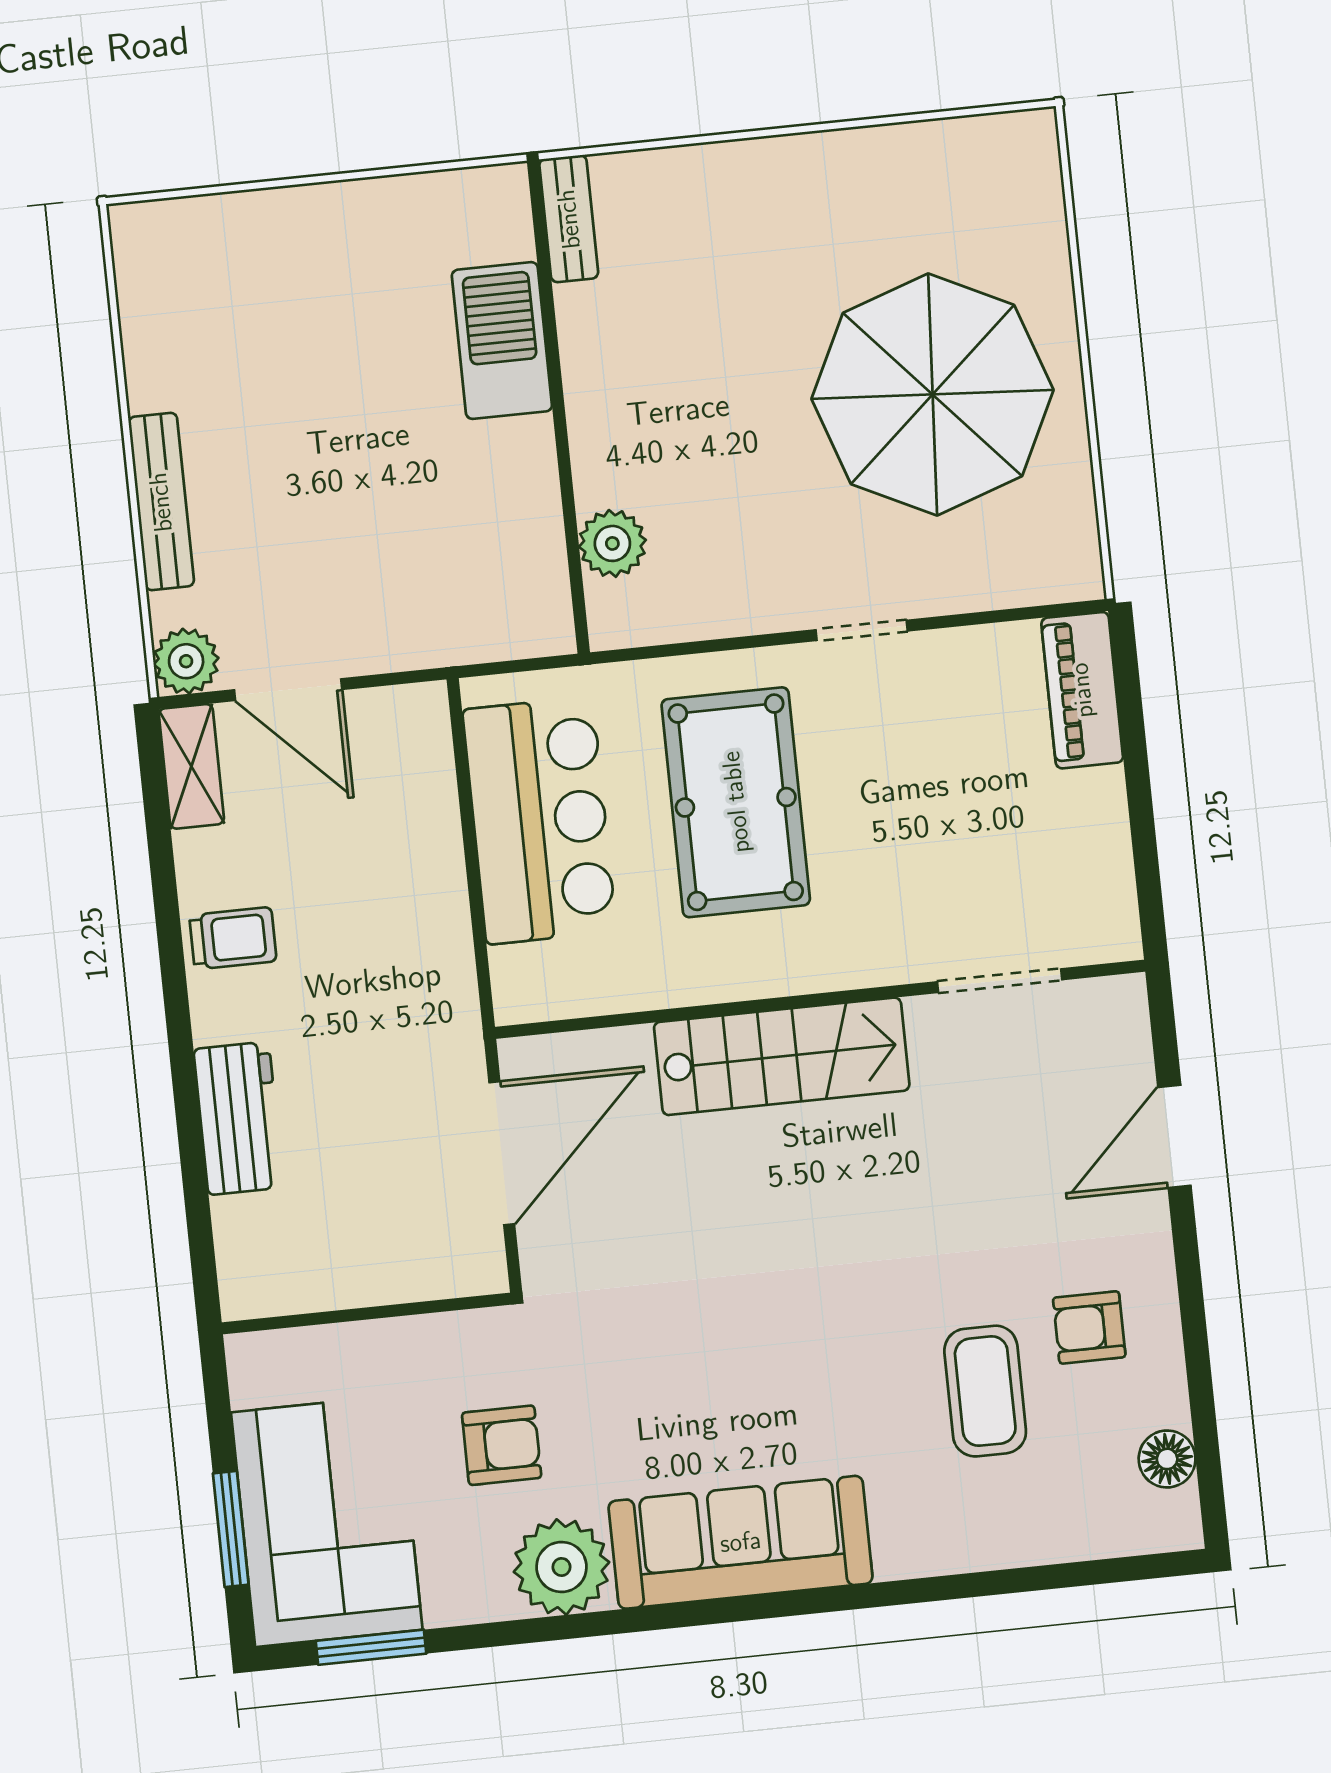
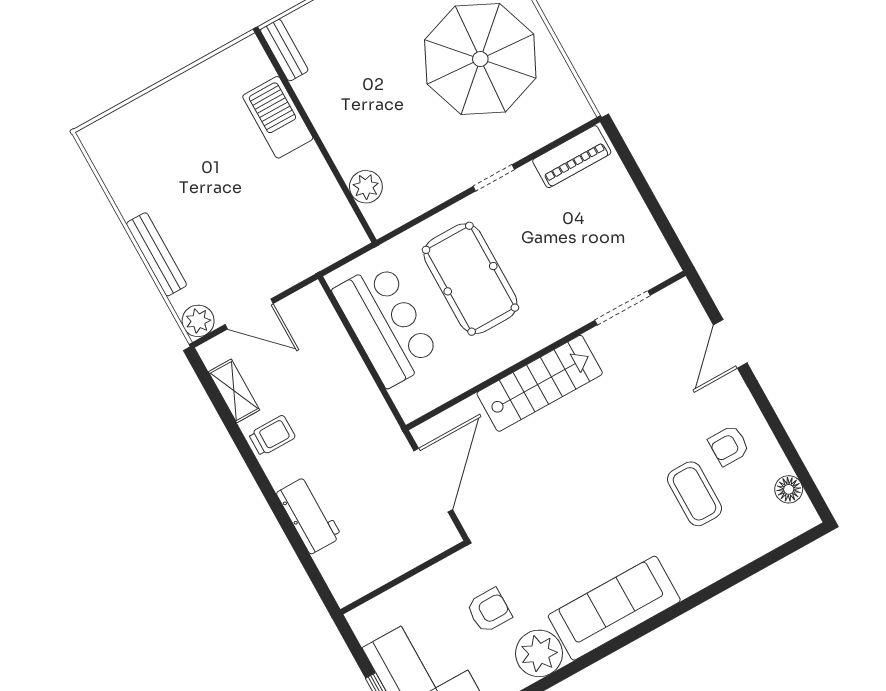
piano: (1082, 690) -> (572, 157), moved, turned -90
shelving: (191, 766) -> (234, 391), moved

